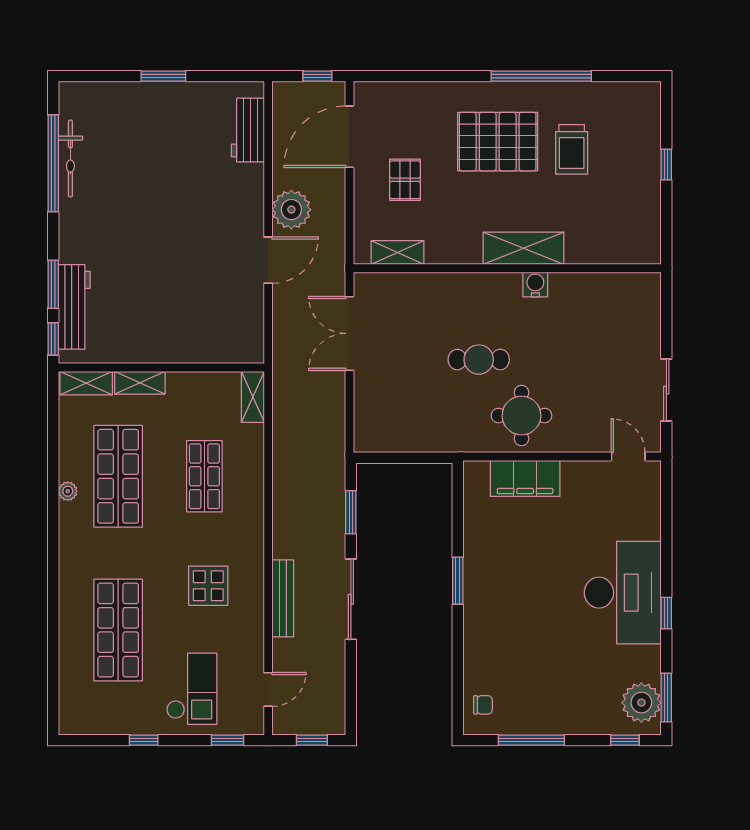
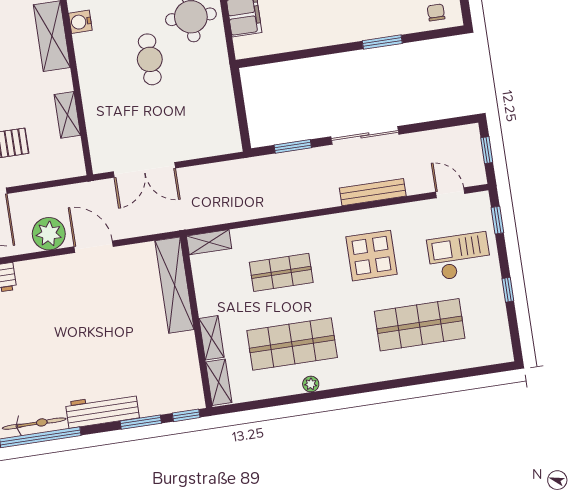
shelving: (397, 253) -> (67, 115), moved
workbench: (74, 307) -> (102, 410), moved
shelving: (208, 348) -> (174, 285), added
window: (458, 581) -> (382, 42), moved
display table: (208, 586) -> (372, 256), width x1.36, depth x1.36

